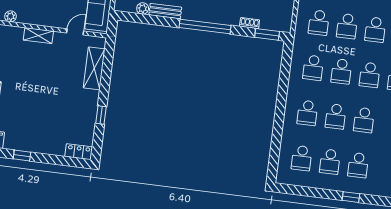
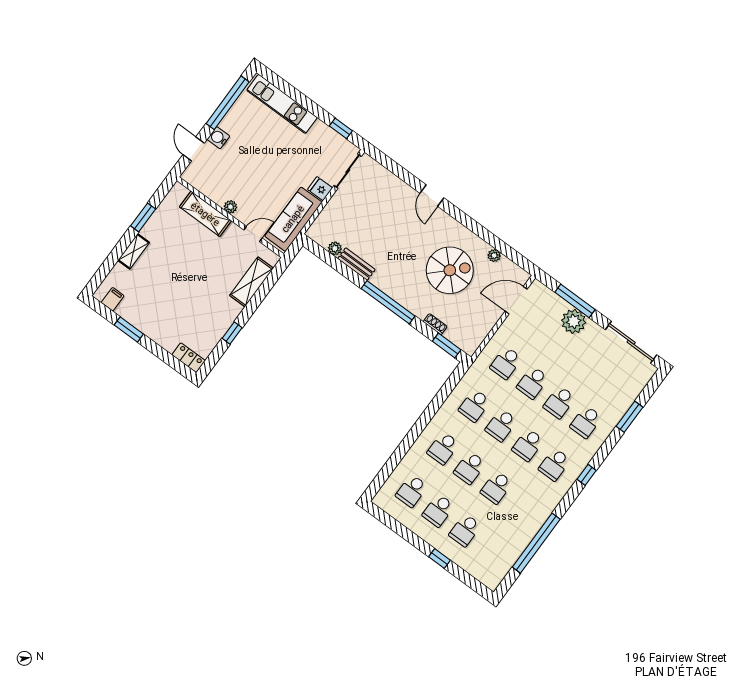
plant: (10, 16) -> (230, 207), moved
shelving: (38, 36) -> (205, 214), width x1.50, depth x1.33
window: (22, 156) -> (129, 329), width x1.50

